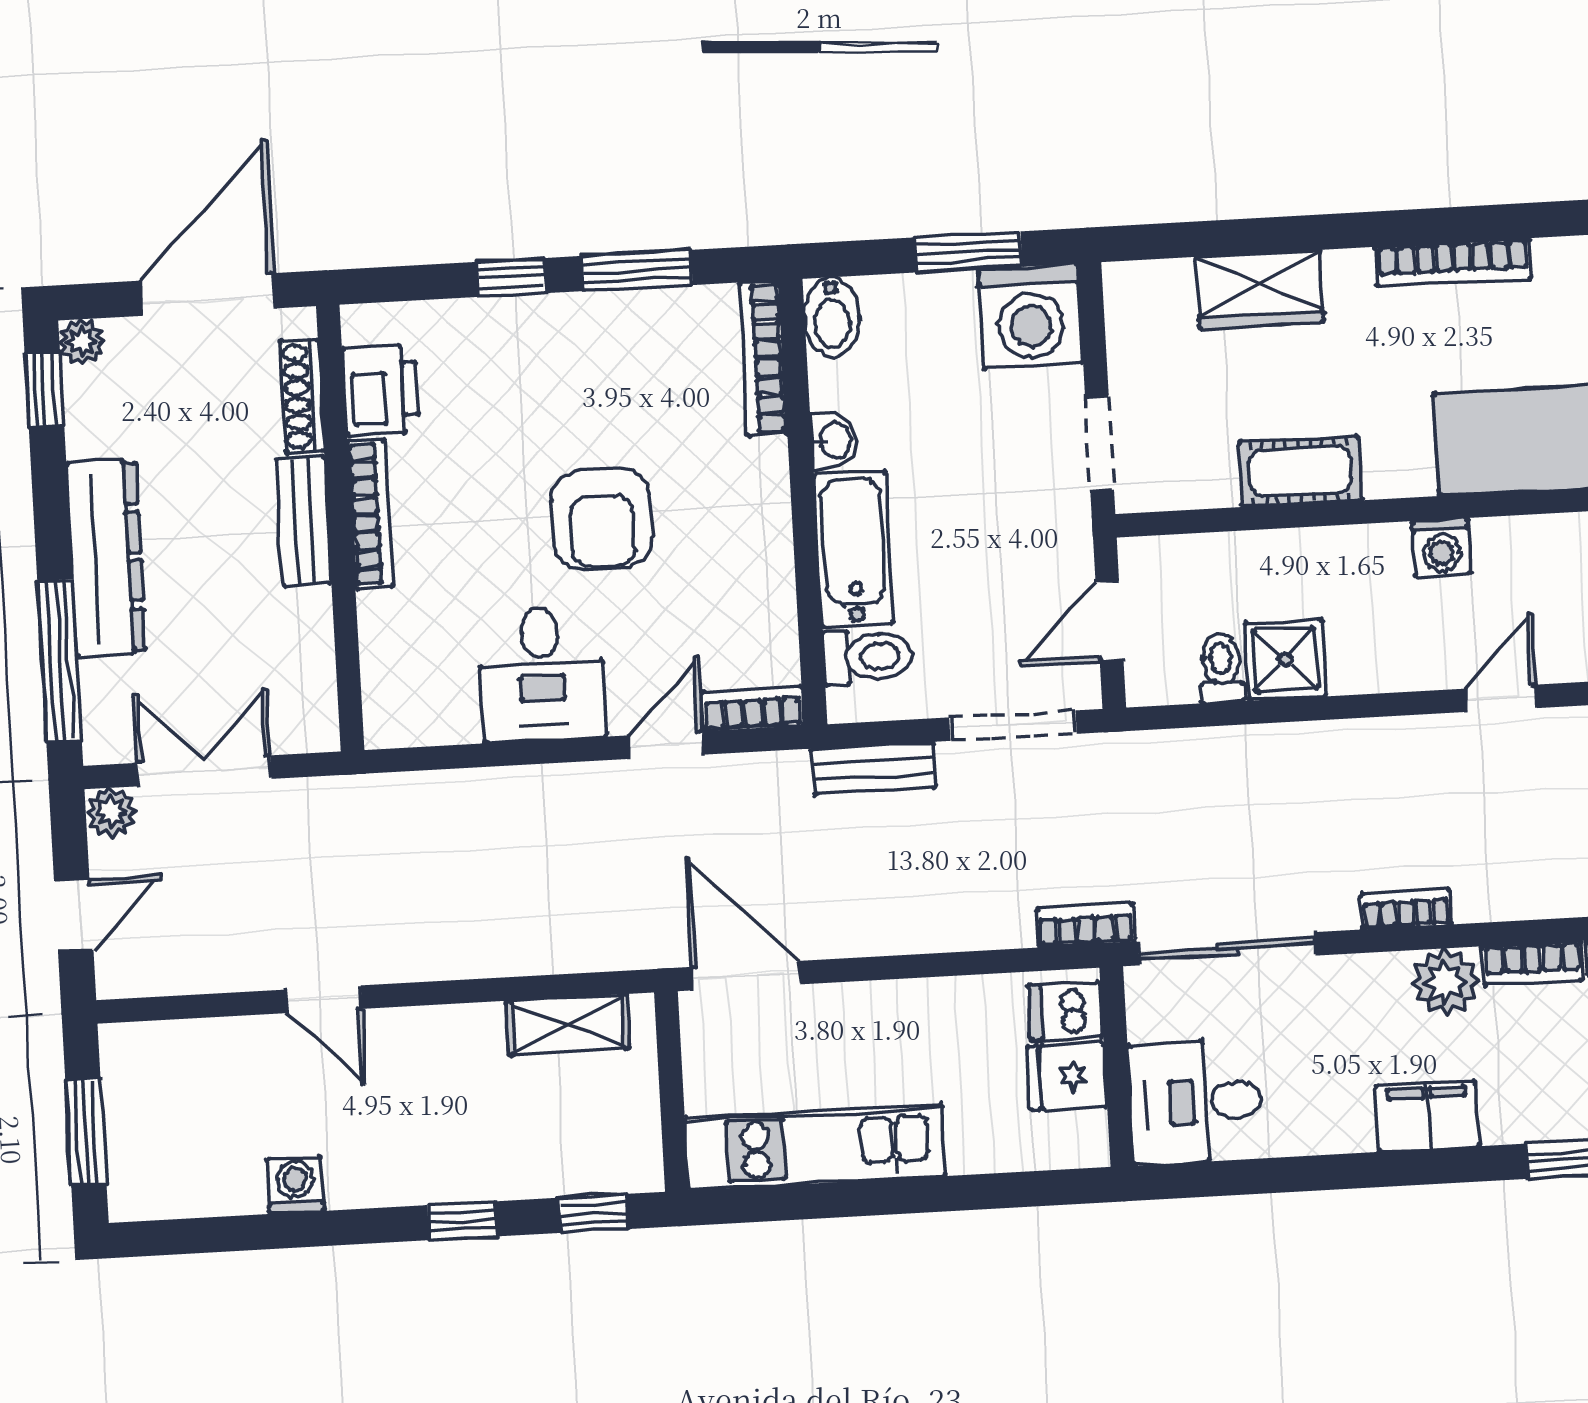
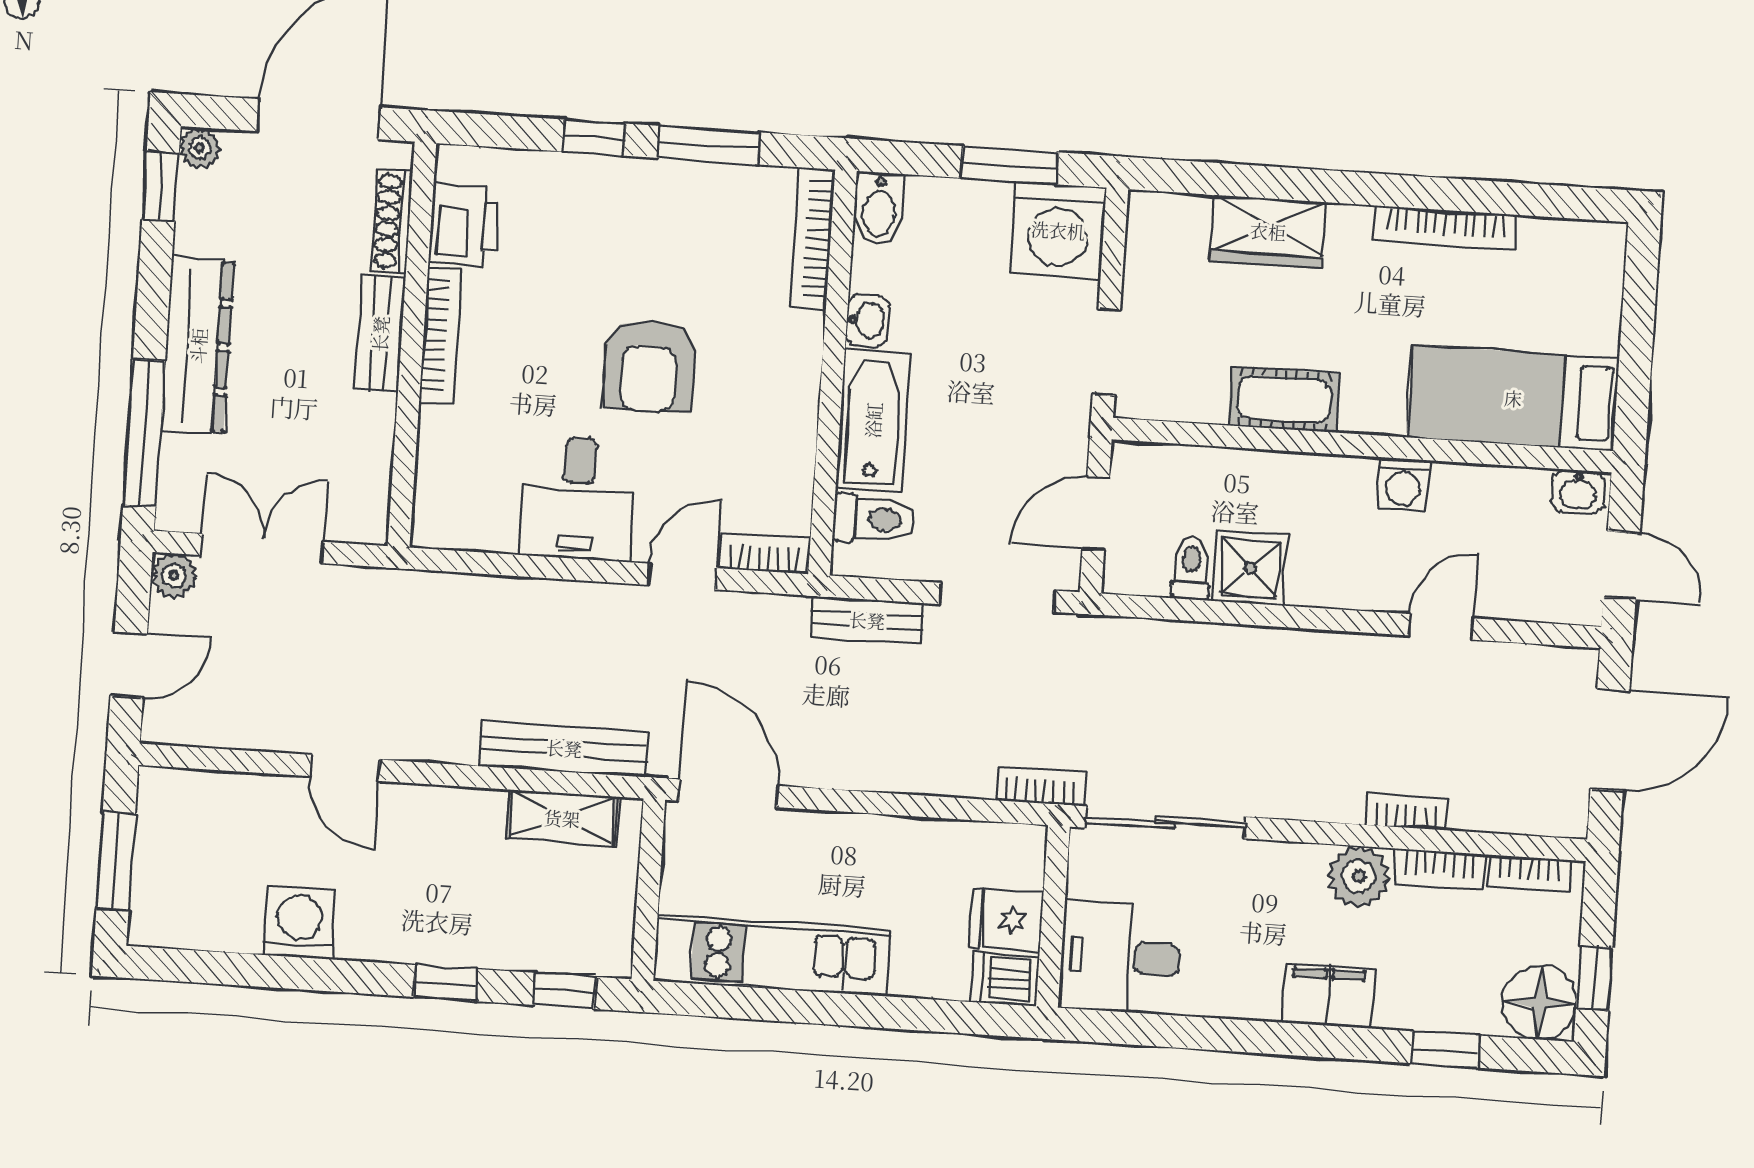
bookcase: (1406, 909) -> (1406, 811), moved
bench: (560, 949) -> (564, 748), added
dishwasher: (1066, 1011) -> (1005, 979), moved
washing machine: (295, 1185) -> (299, 923), width x1.38, depth x1.38

